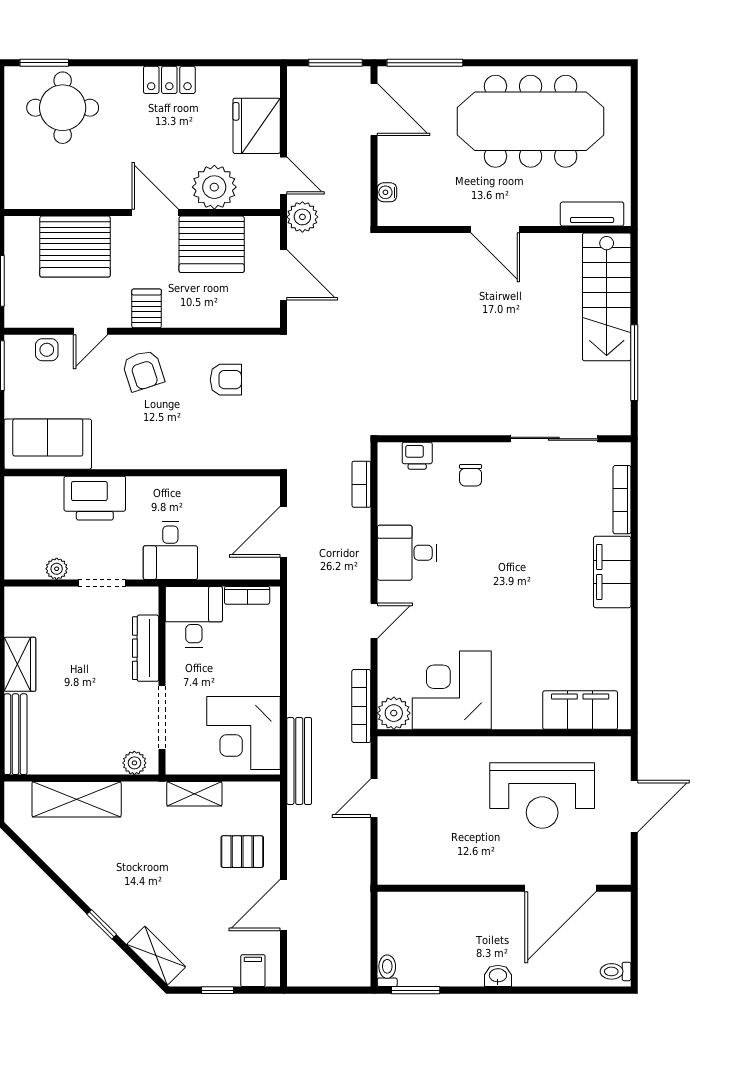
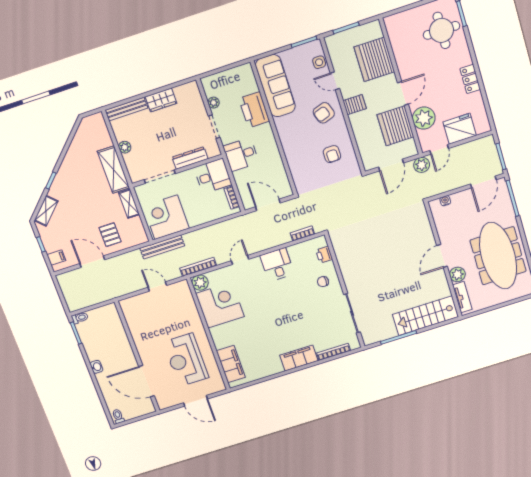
plant: (542, 210) -> (457, 274), added
sofa: (48, 444) -> (275, 86), width x1.36
door: (374, 621) -> (240, 260), swing flipped
plant: (134, 763) -> (125, 147), moved
shelving: (77, 799) -> (114, 170), moved

